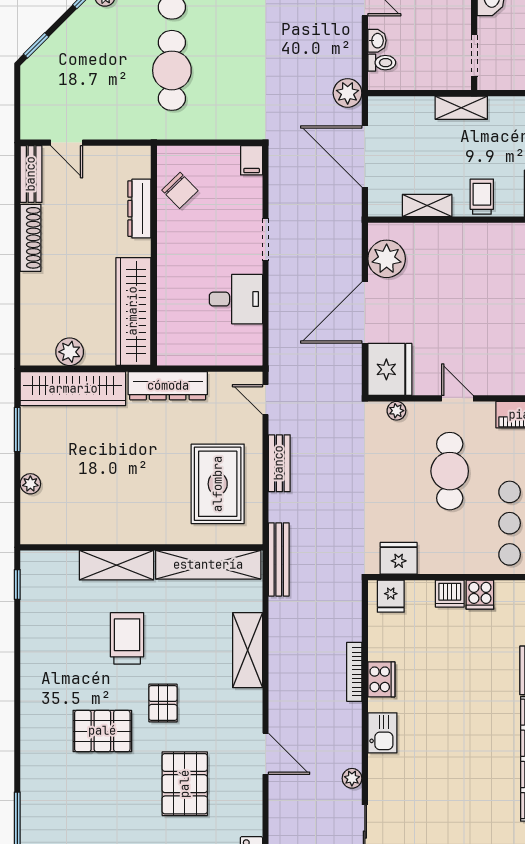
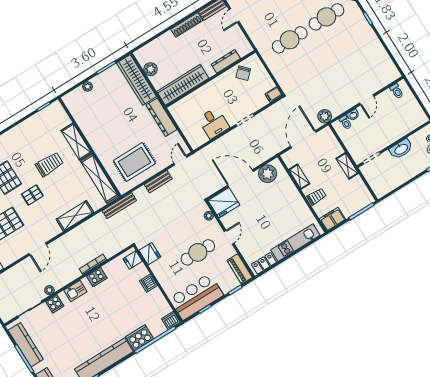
cooker: (480, 595) -> (55, 304), moved, turned -90

